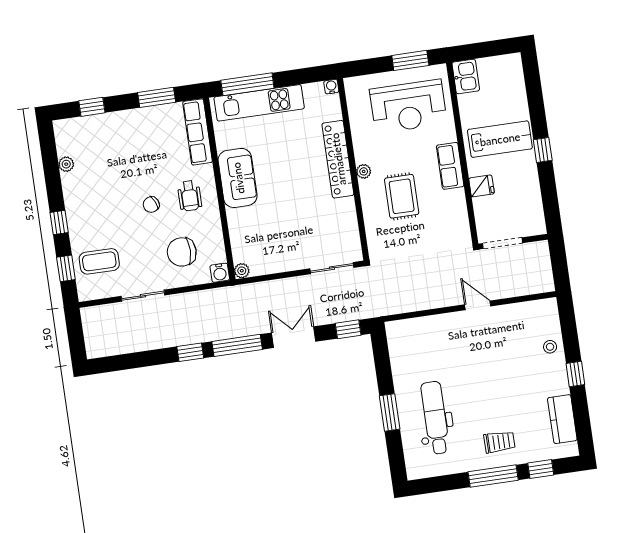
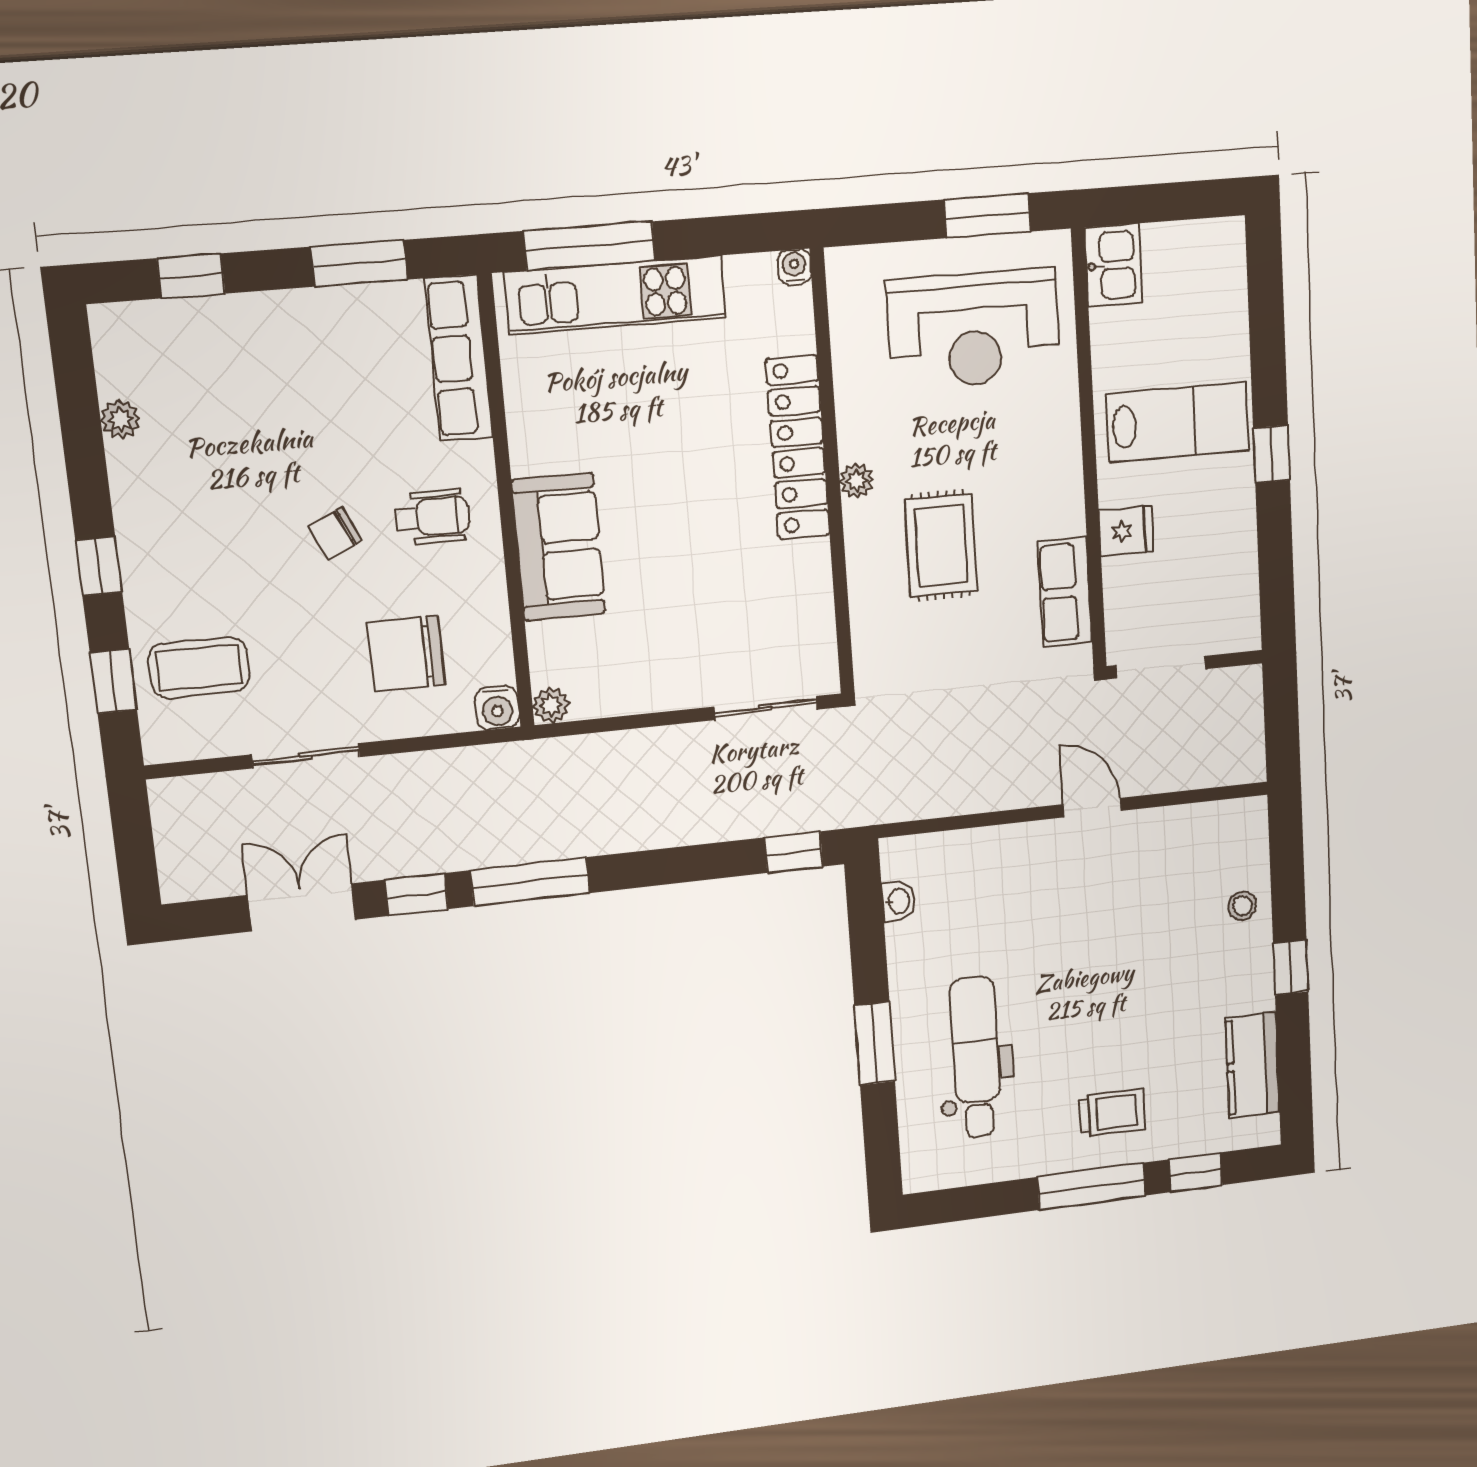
row of seats: (450, 166) -> (1065, 593), moved
sofa: (238, 178) -> (559, 547), moved
wheelchair: (190, 196) -> (432, 517), turned -90
double door: (294, 337) -> (302, 907), moved
washbasin: (395, 349) -> (898, 901), added

